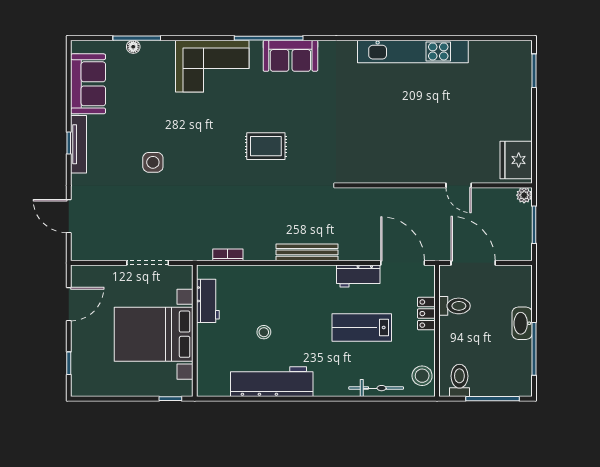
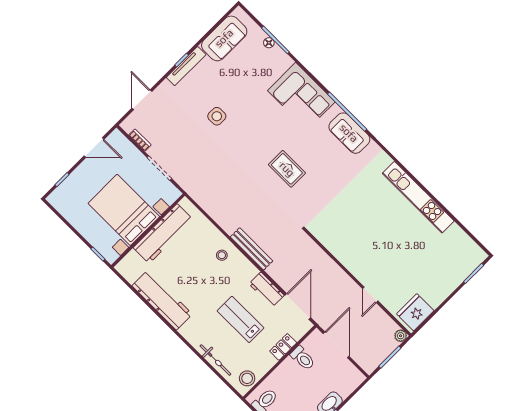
bookcase: (228, 255) -> (140, 140), moved
workbench: (208, 301) -> (163, 234), width x1.88, depth x1.32
stool: (264, 332) -> (222, 255), moved

